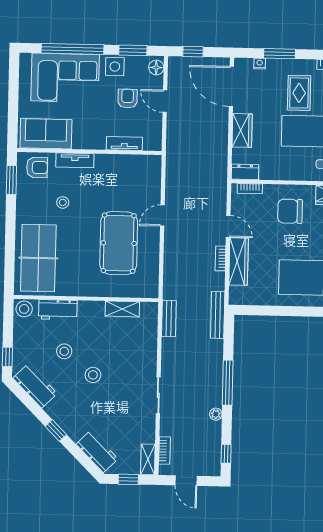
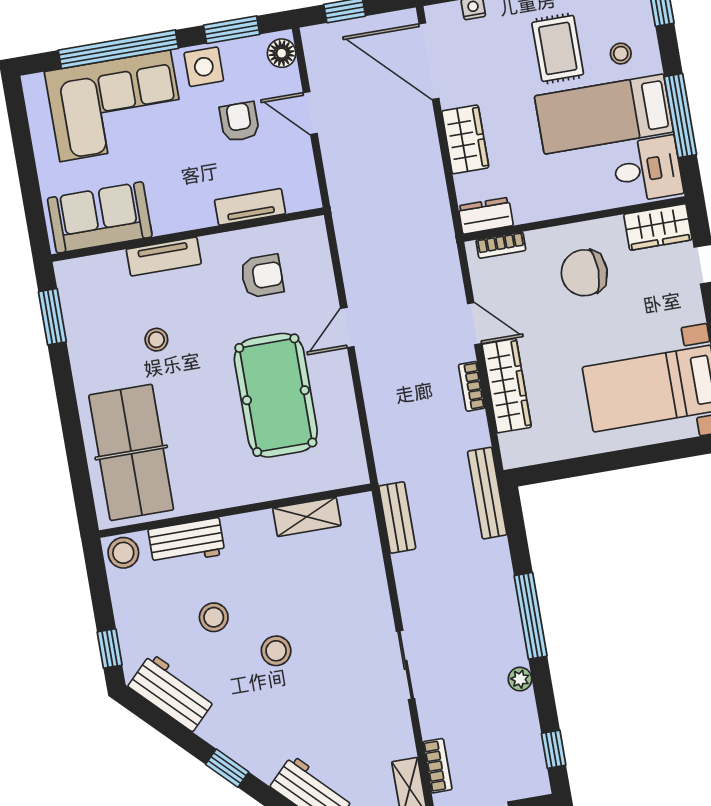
armchair: (37, 167) -> (262, 276), moved

